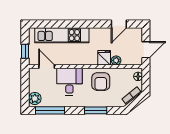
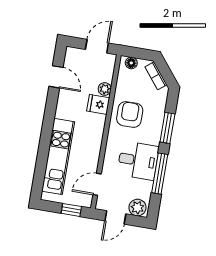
door: (146, 50) -> (97, 46), hinge flipped
desk: (69, 82) -> (138, 161), moved, turned 180
armchair: (101, 82) -> (130, 114), turned -90
door: (25, 84) -> (115, 217), added
window: (50, 110) -> (160, 174), moved

